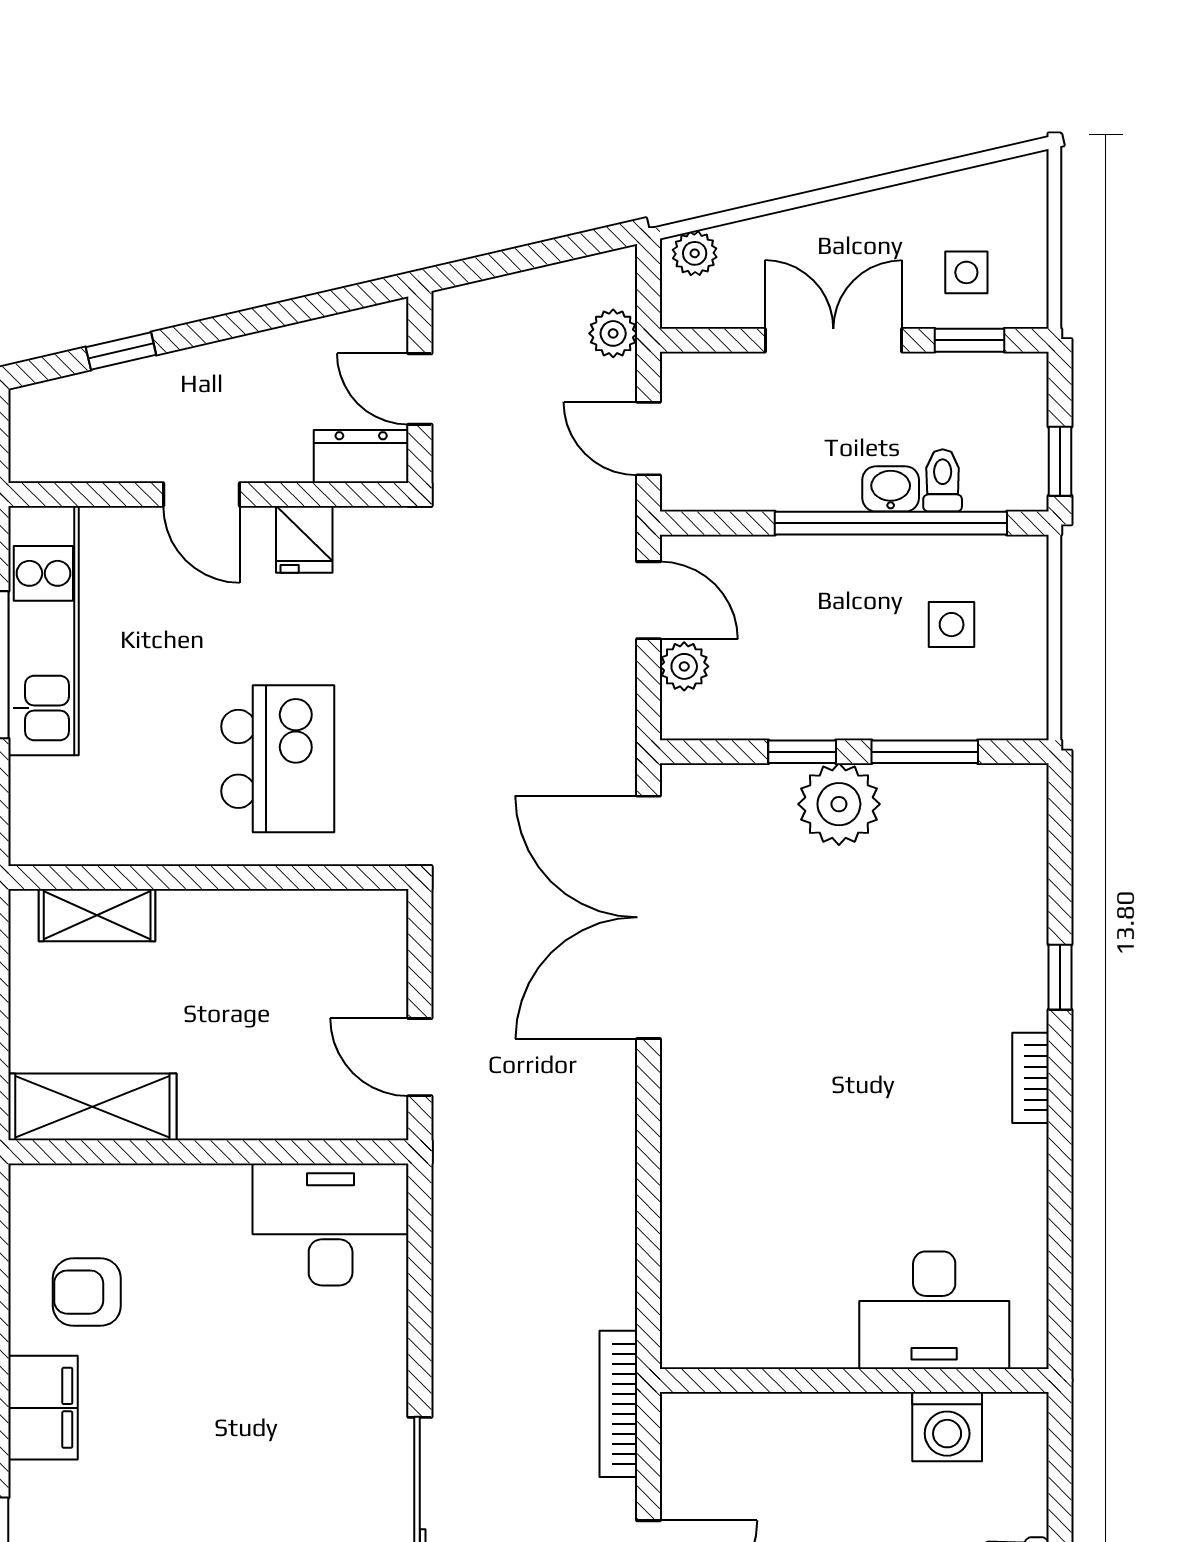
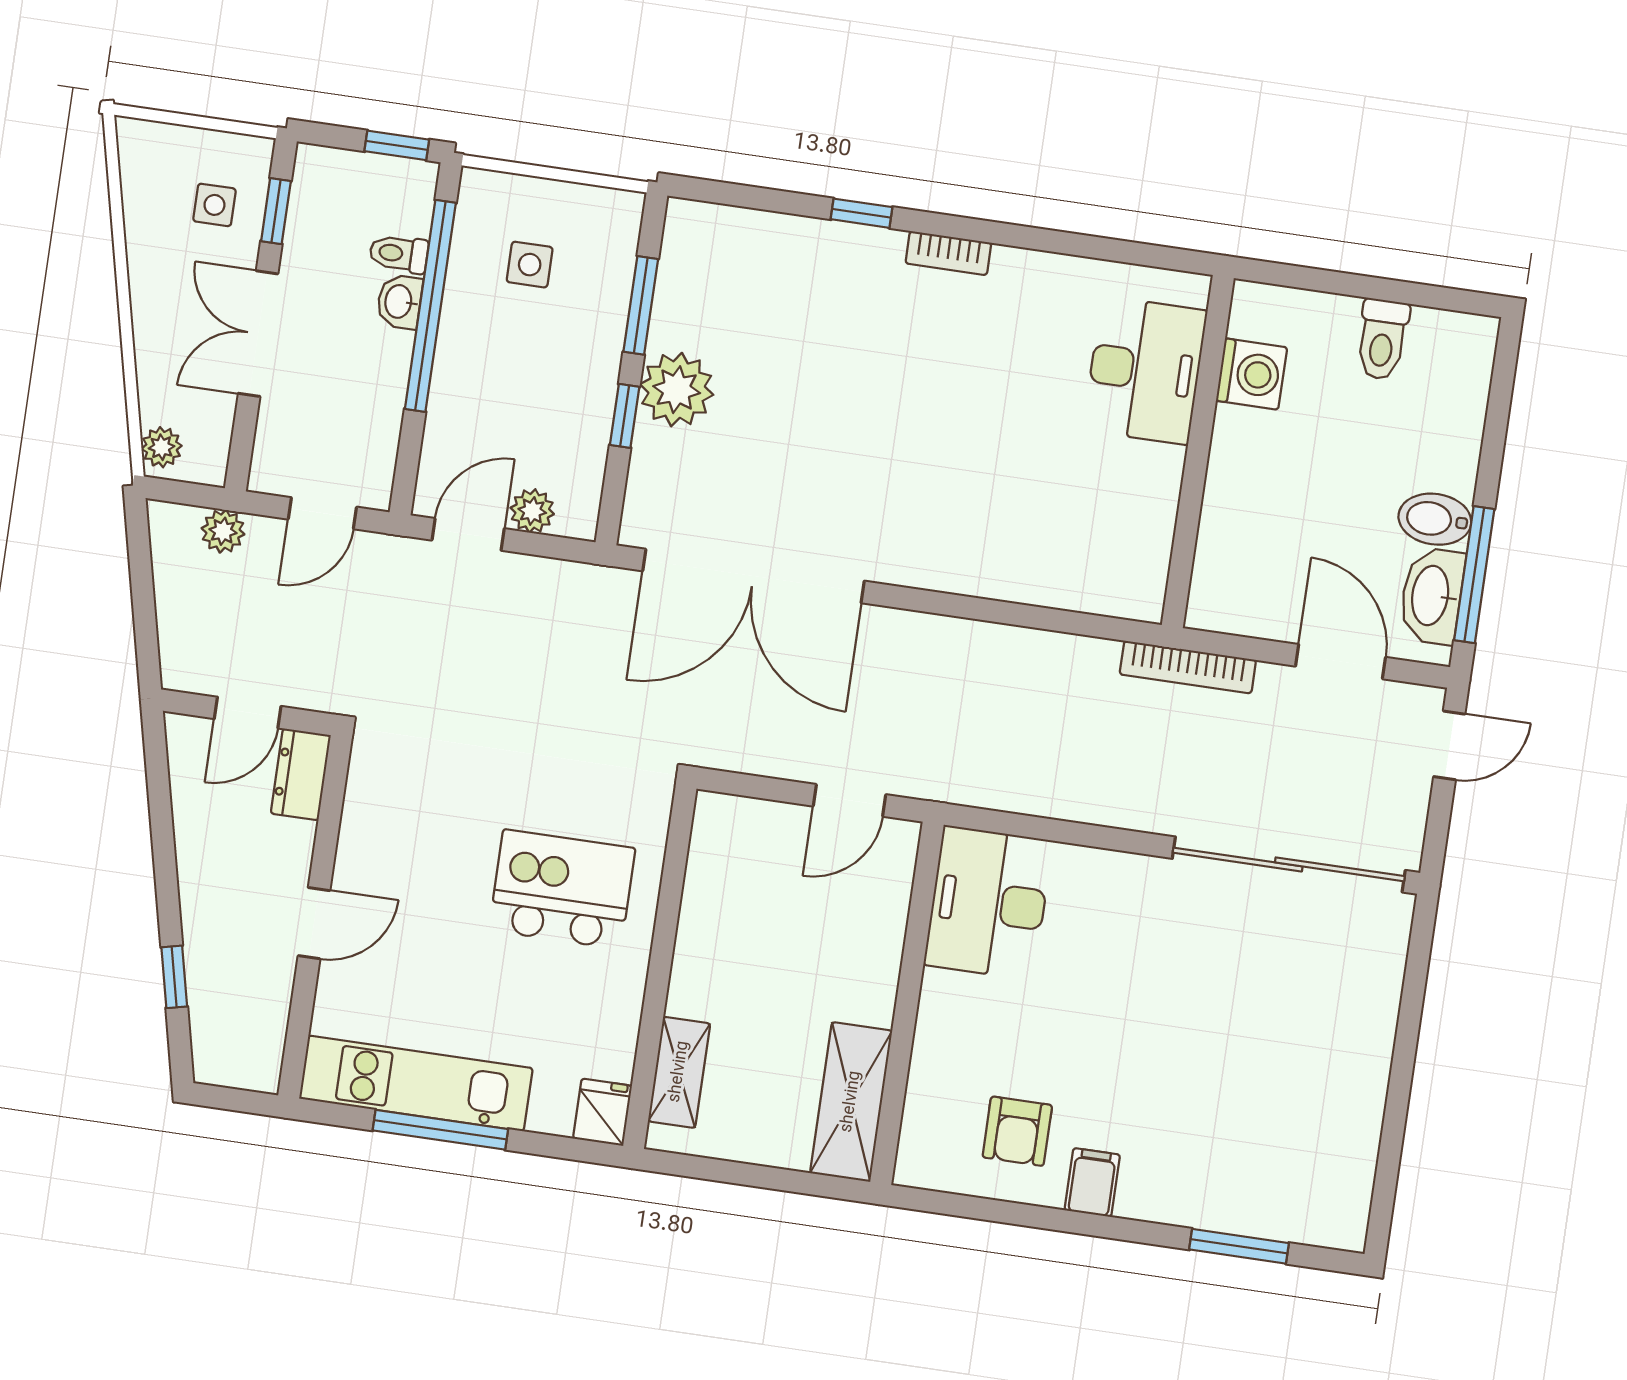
fridge: (304, 539) -> (602, 1112), moved, turned -90
filing cabinet: (43, 1408) -> (1092, 1182), width x0.50

